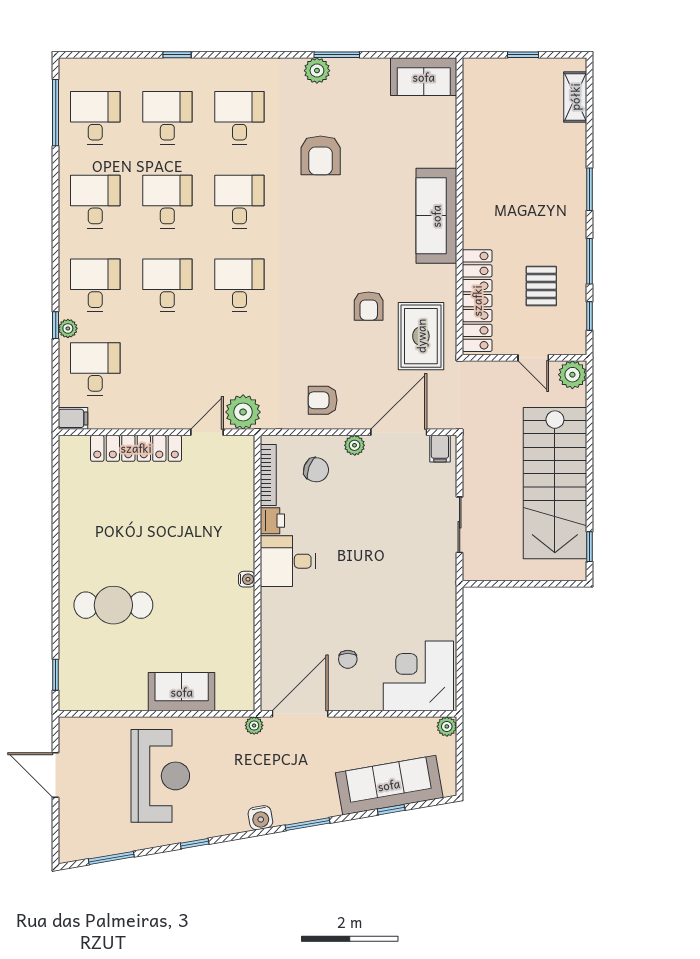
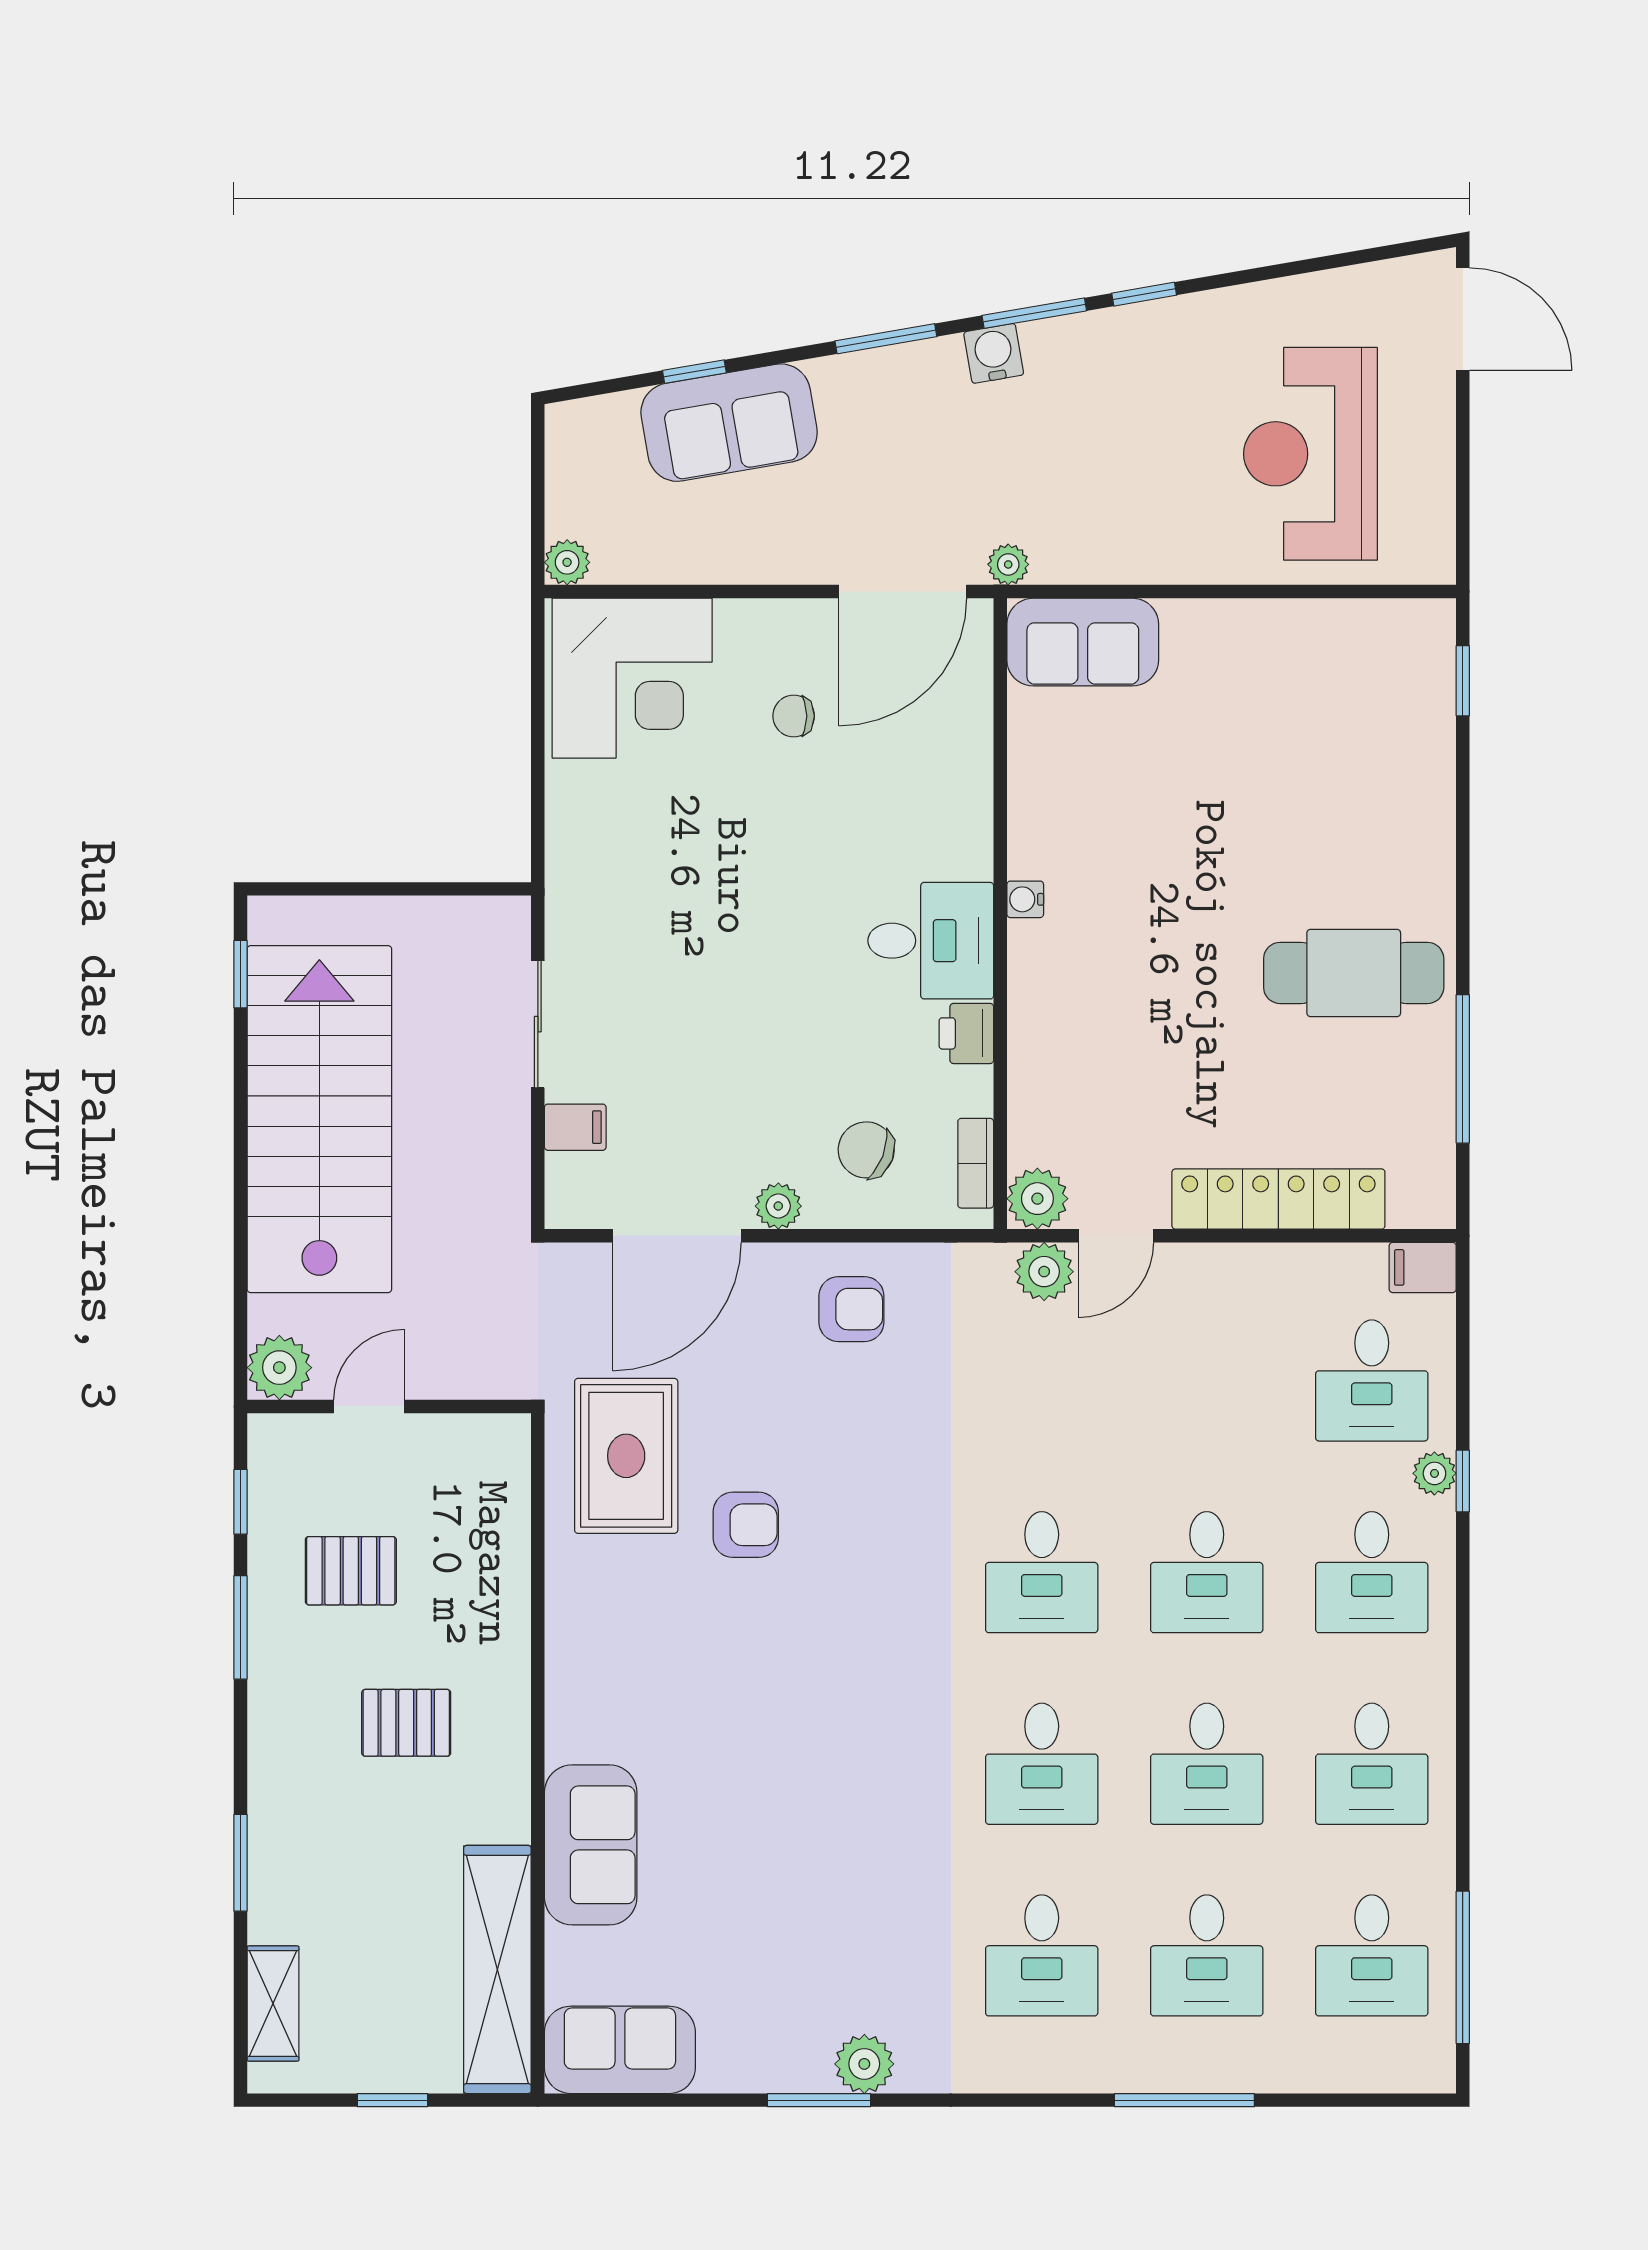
window: (177, 55) -> (1184, 2100), width x2.17
shelving: (477, 112) -> (497, 1969), added
armchair: (321, 155) -> (856, 1870), removed
window: (589, 189) -> (240, 1863), moved
sofa: (436, 216) -> (591, 1845), moved, width x0.73
pallet: (517, 220) -> (406, 1723), added
pallet: (541, 286) -> (351, 1571), turned 90
locker: (477, 301) -> (497, 1537), removed
armchair: (369, 306) -> (746, 1525), turned 90
door: (533, 358) -> (369, 1406), hinge flipped
plant: (243, 412) -> (1044, 1272), width x0.73, depth x0.73
plant: (241, 449) -> (1037, 1199), added
filing cabinet: (440, 449) -> (575, 1127), moved, turned 90
bookcase: (268, 475) -> (976, 1163), width x0.64
window: (56, 505) -> (1463, 1069), added
cafe table: (113, 605) -> (1354, 973), moved
chair: (348, 659) -> (794, 716), turned -90
sofa: (182, 692) -> (1083, 642), moved
door: (56, 775) -> (1463, 319), moved
reception desk: (160, 776) -> (1310, 454), moved
sofa: (389, 785) -> (729, 423), width x0.73
window: (111, 858) -> (1034, 313), moved

